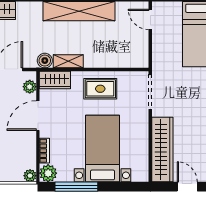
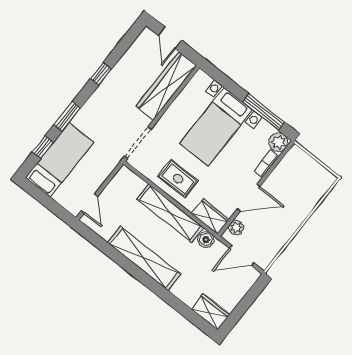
shelving: (68, 61) -> (170, 213), width x2.20, depth x1.33
plant: (30, 176) -> (295, 152), removed

